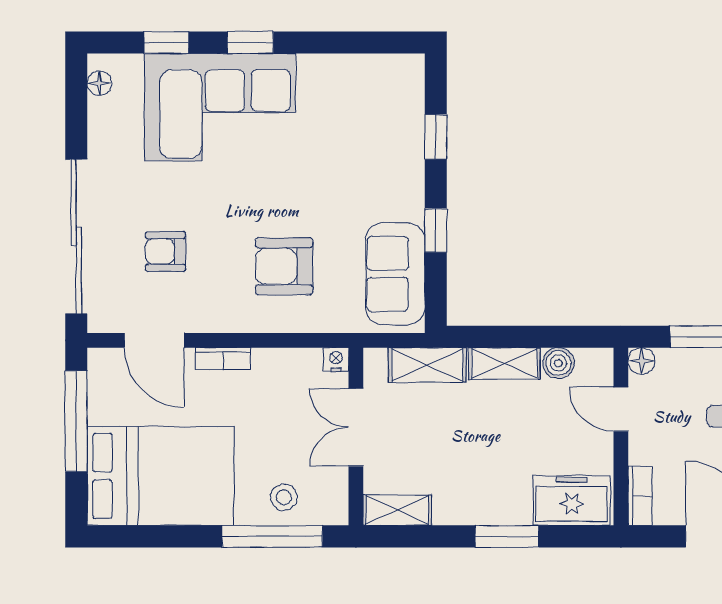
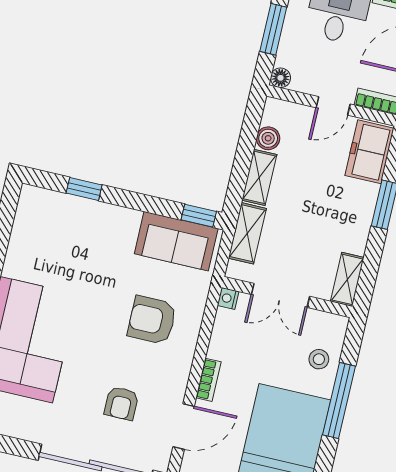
window: (436, 230) -> (199, 216), moved
armchair: (284, 266) -> (152, 320), turned 90
door: (621, 409) -> (333, 106), moved
window: (272, 536) -> (339, 401), moved

